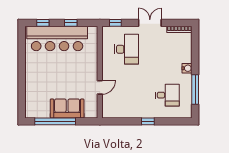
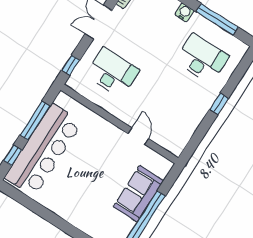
window: (71, 23) -> (35, 121), width x2.17
desk: (167, 95) -> (202, 58), width x1.37

